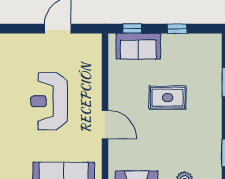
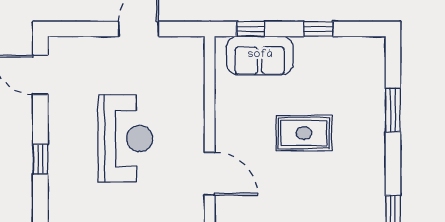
reception desk: (49, 101) -> (125, 138), turned 180

